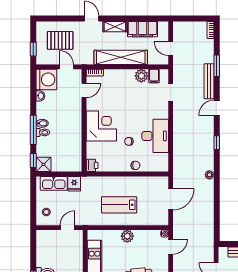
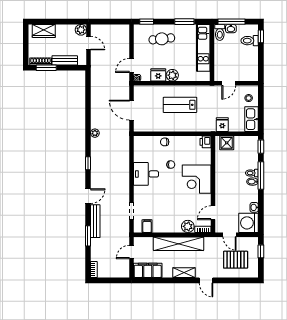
filing cabinet: (143, 29) -> (148, 270), moved
door: (171, 49) -> (131, 252), swing flipped
plant: (141, 76) -> (188, 226), moved
desk: (155, 136) -> (146, 174), width x0.73
shower: (44, 164) -> (227, 143), moved
kitchen sink: (54, 183) -> (252, 119), moved, turned -90
door: (171, 199) -> (131, 110), hinge flipped
lab bench: (119, 205) -> (180, 105), turned 180
fridge: (142, 237) -> (158, 75), added

